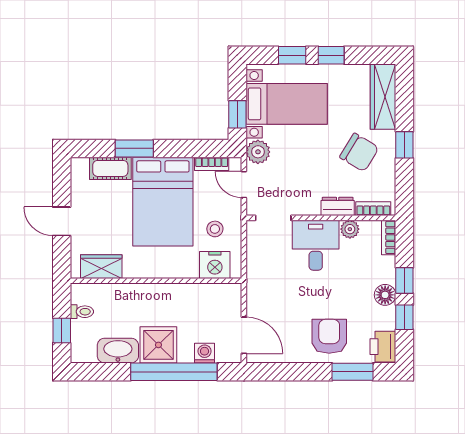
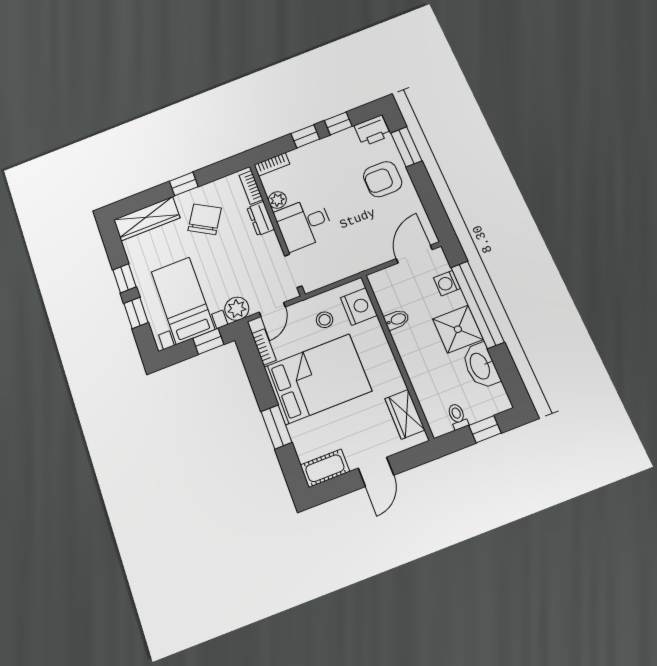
cot: (110, 168) -> (325, 468), moved, turned 90
bidet: (189, 294) -> (397, 320), added
floor lamp: (385, 295) -> (325, 147), removed

